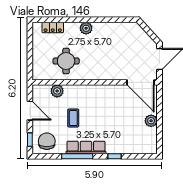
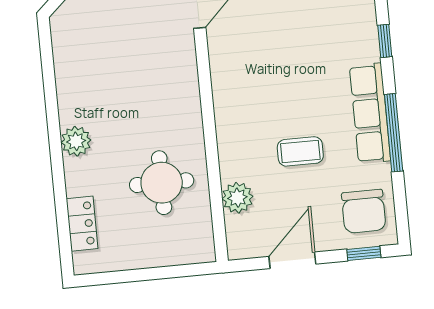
chair: (47, 141) -> (364, 211), turned -90

